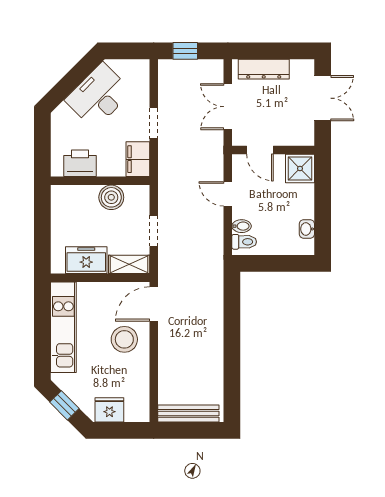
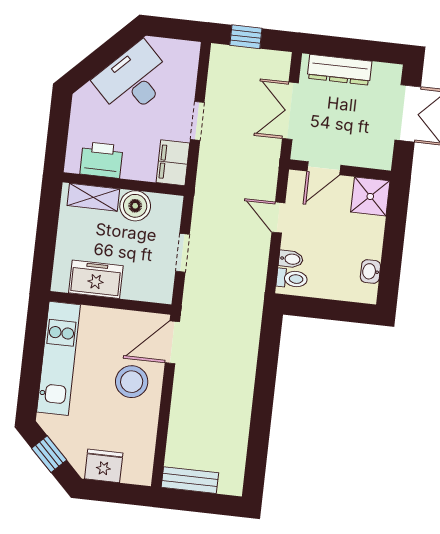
door: (260, 150) -> (324, 168), hinge flipped
shelving: (129, 264) -> (93, 197), moved
bench: (188, 413) -> (190, 480), width x0.73

